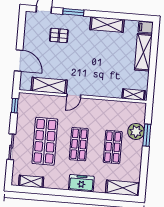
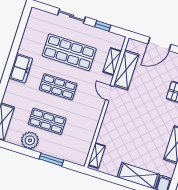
window: (15, 106) -> (103, 26), moved
plant: (136, 131) -> (30, 140), moved
shelving: (31, 181) -> (112, 62), moved
freezer: (81, 183) -> (21, 68), moved

